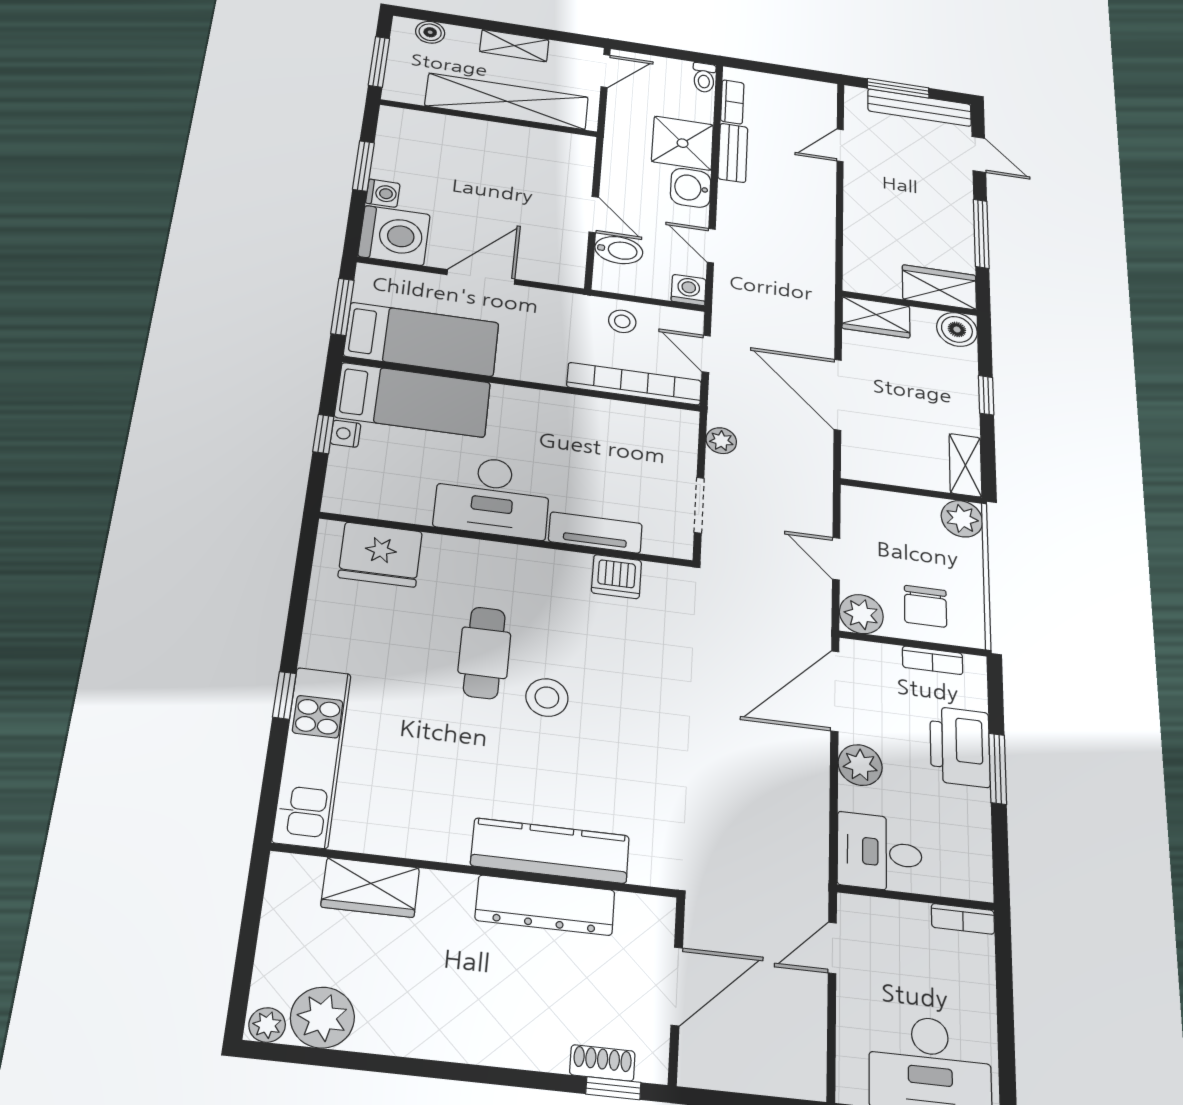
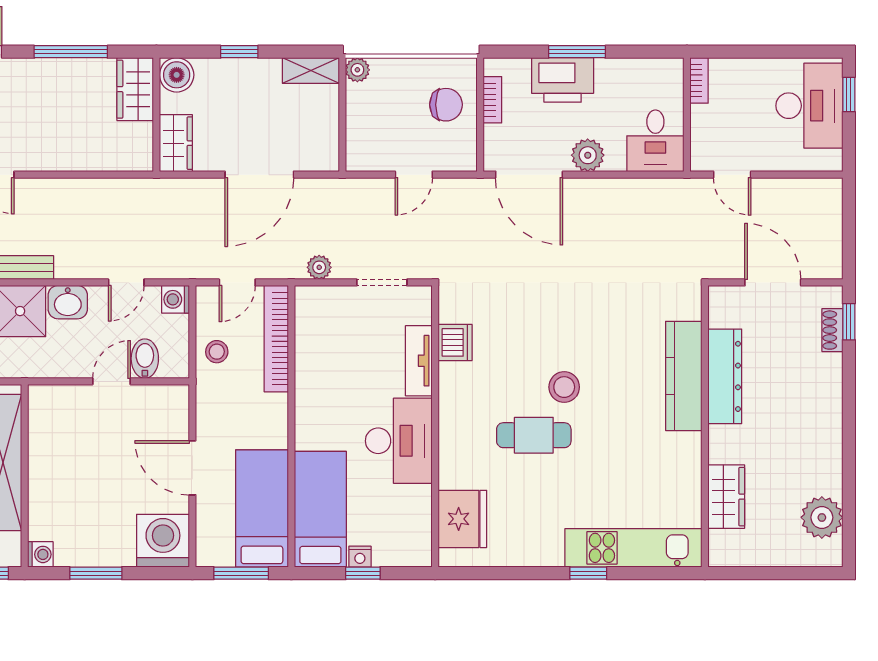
washing machine: (383, 193) -> (40, 554), moved, turned 90
plant: (962, 519) -> (357, 70), width x0.73, depth x0.73
plant: (861, 614) -> (460, 155), removed
plant: (267, 1025) -> (831, 553), removed

